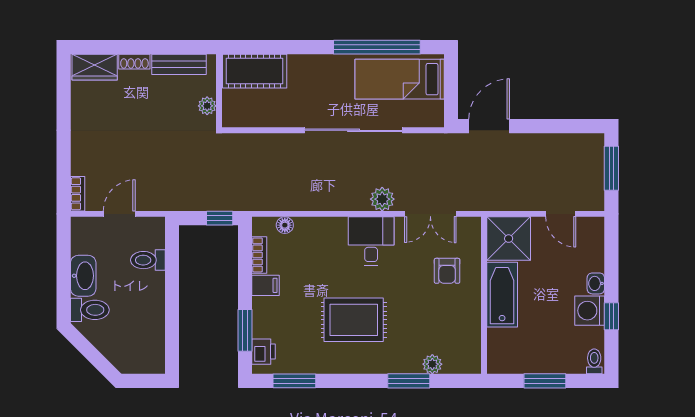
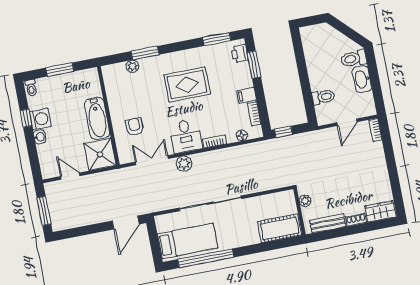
bookcase: (329, 224) -> (215, 142), added

